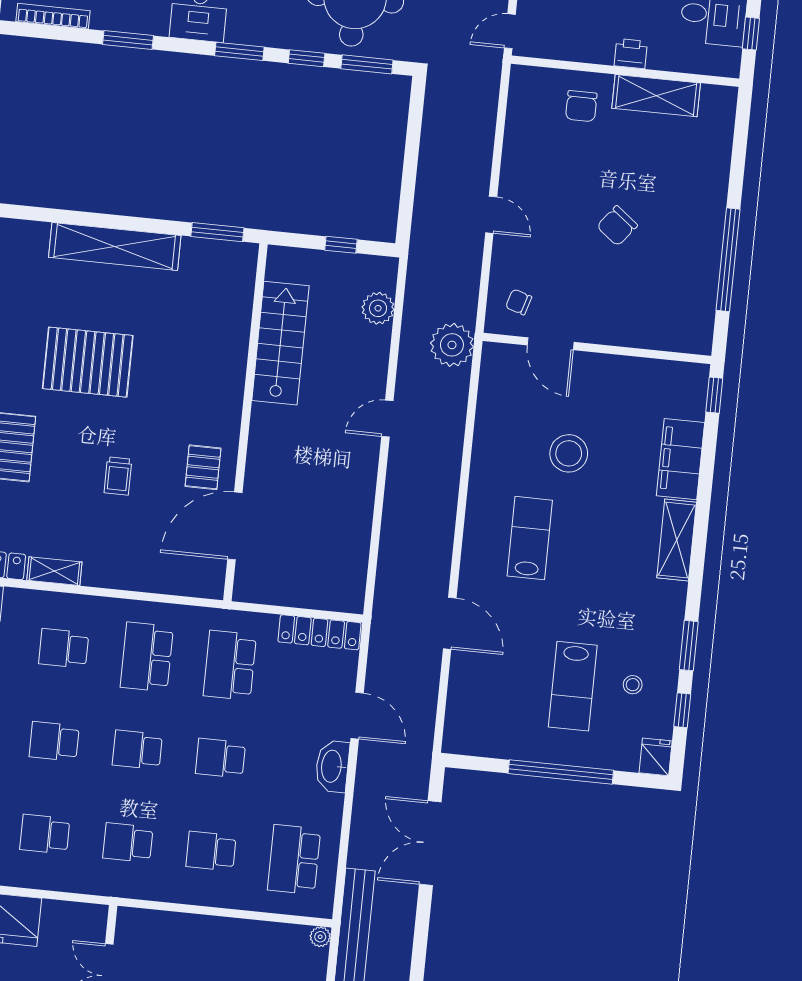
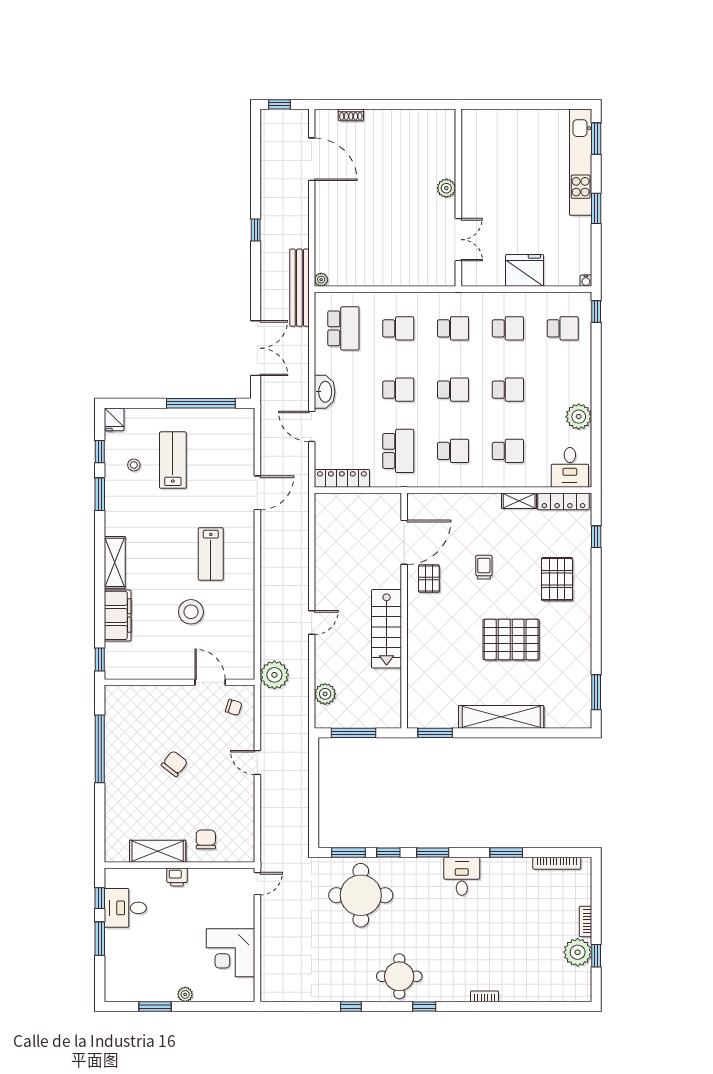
window: (341, 245) -> (354, 733), width x2.17
stairs: (280, 343) -> (387, 629), moved
door: (450, 623) -> (257, 493), swing flipped
school desk: (147, 657) -> (453, 451), width x0.54
window: (561, 772) -> (201, 403), moved

